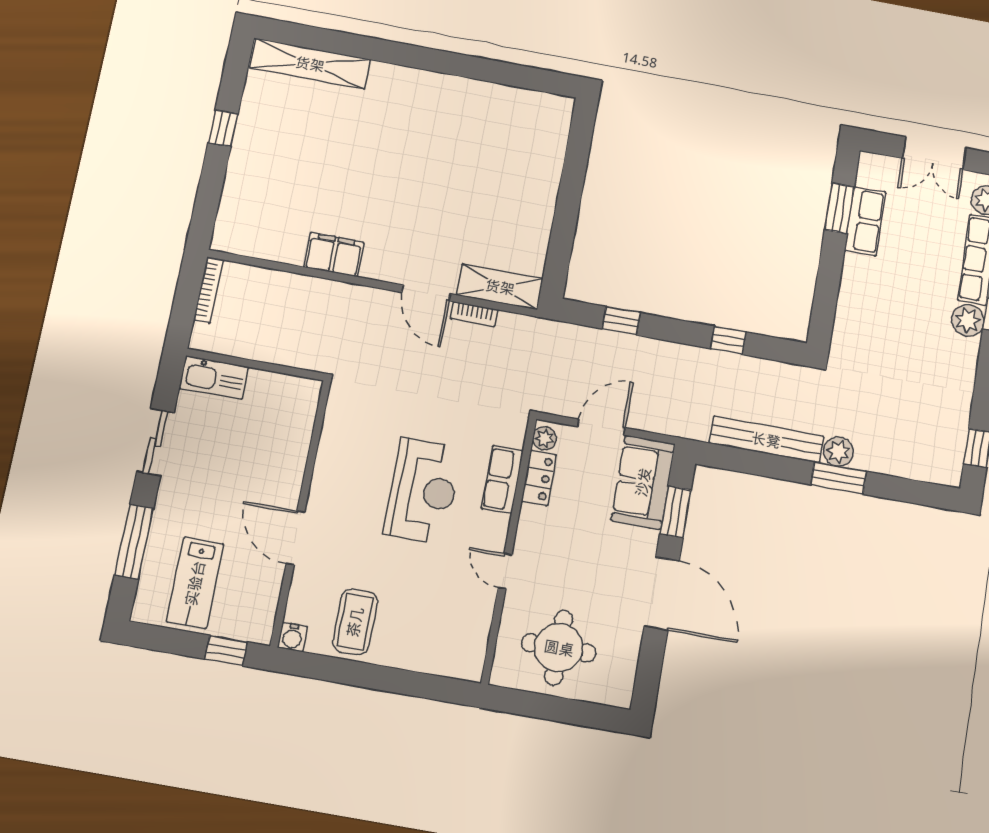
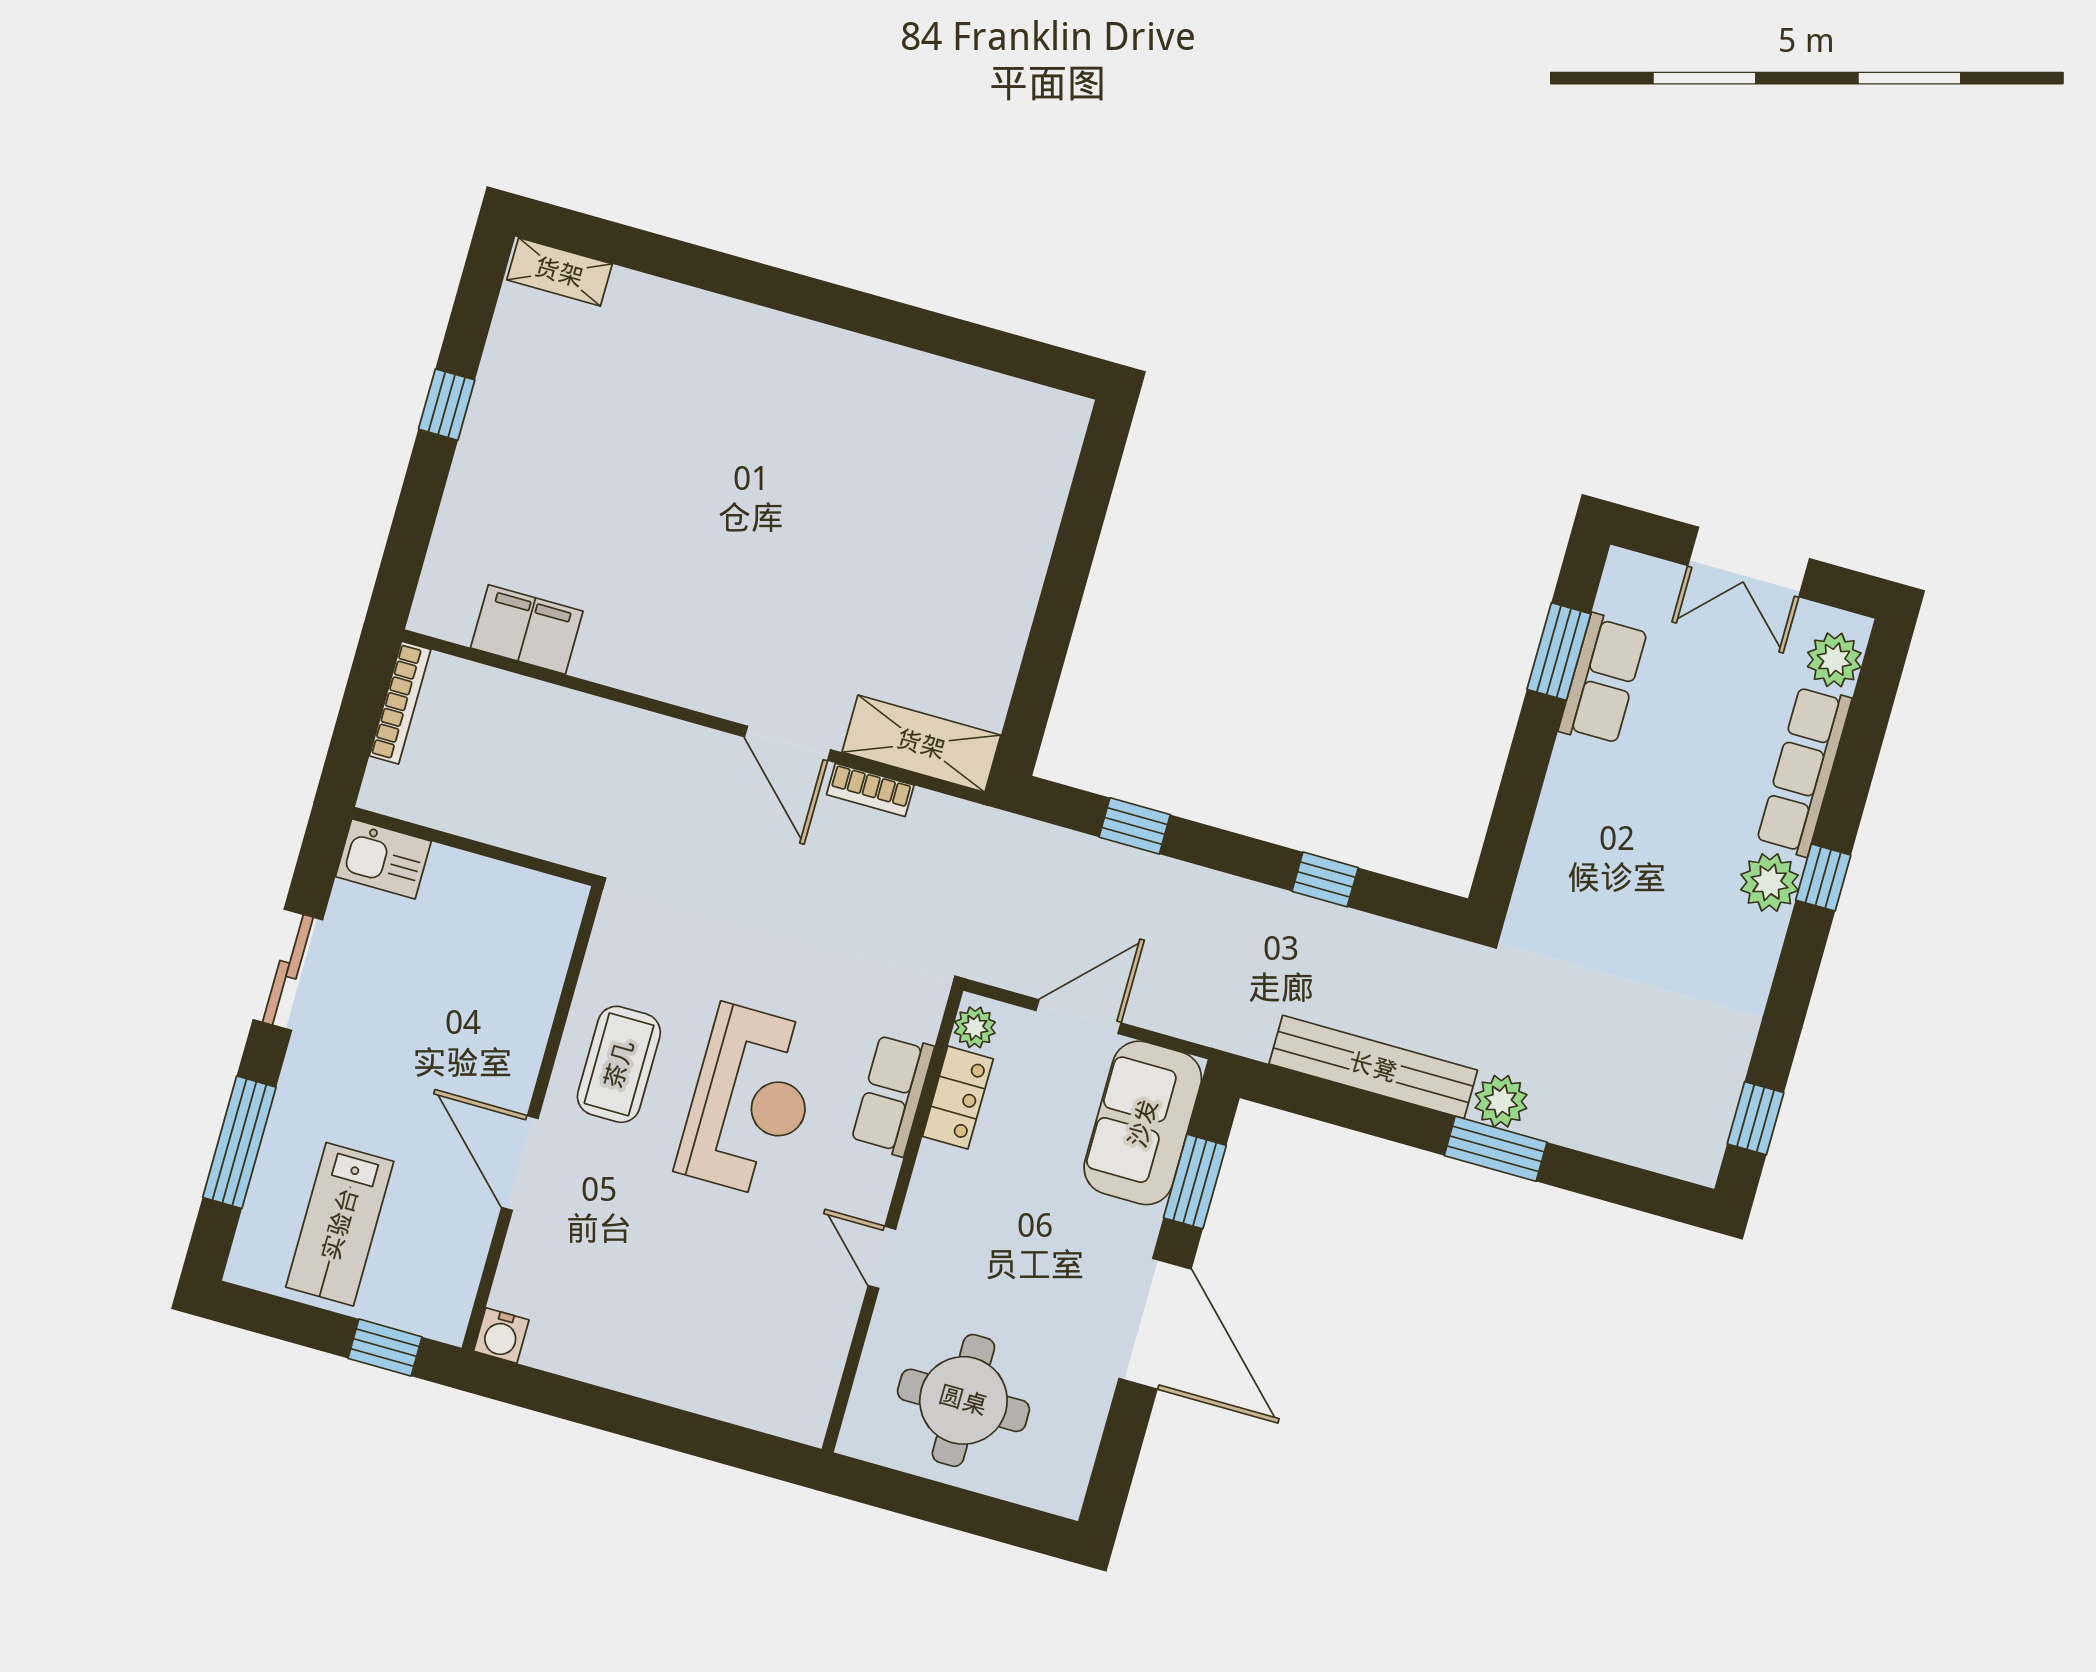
shelving: (310, 64) -> (559, 272), width x0.45, depth x0.75
filing cabinet: (334, 255) -> (527, 629), moved
kitchen sink: (214, 377) -> (383, 859), width x0.73
coffee table: (355, 622) -> (619, 1064), moved

